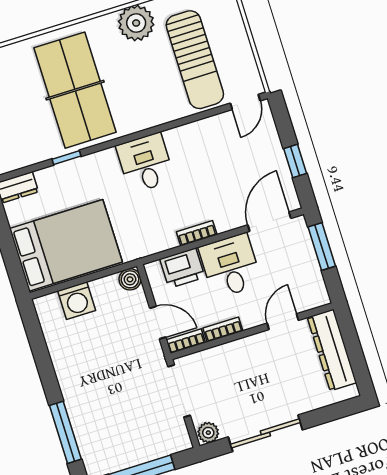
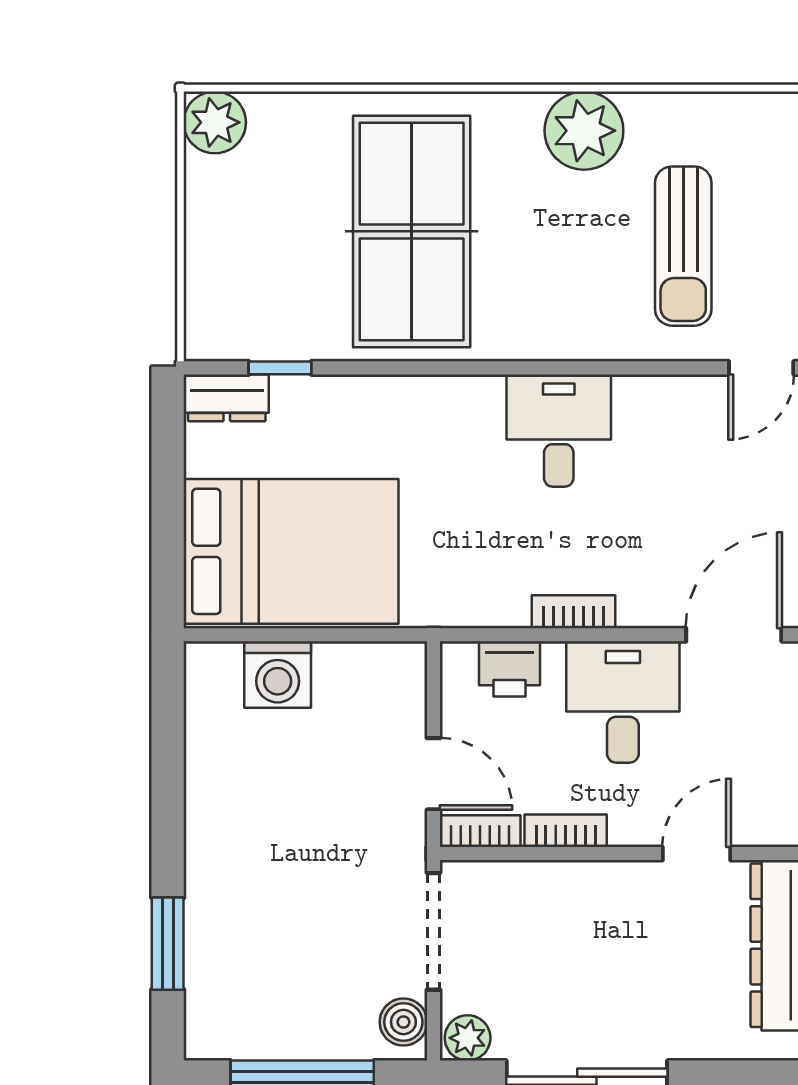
sun lounger: (195, 60) -> (683, 246), width x0.73, depth x0.75
window: (66, 158) -> (280, 368), moved
desk: (145, 163) -> (559, 431), moved
printer: (182, 268) -> (510, 669), width x0.73, depth x0.81
boiler: (130, 279) -> (403, 1022), moved
window: (65, 432) -> (168, 944), width x0.69

